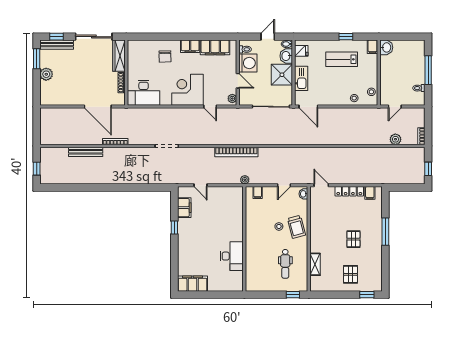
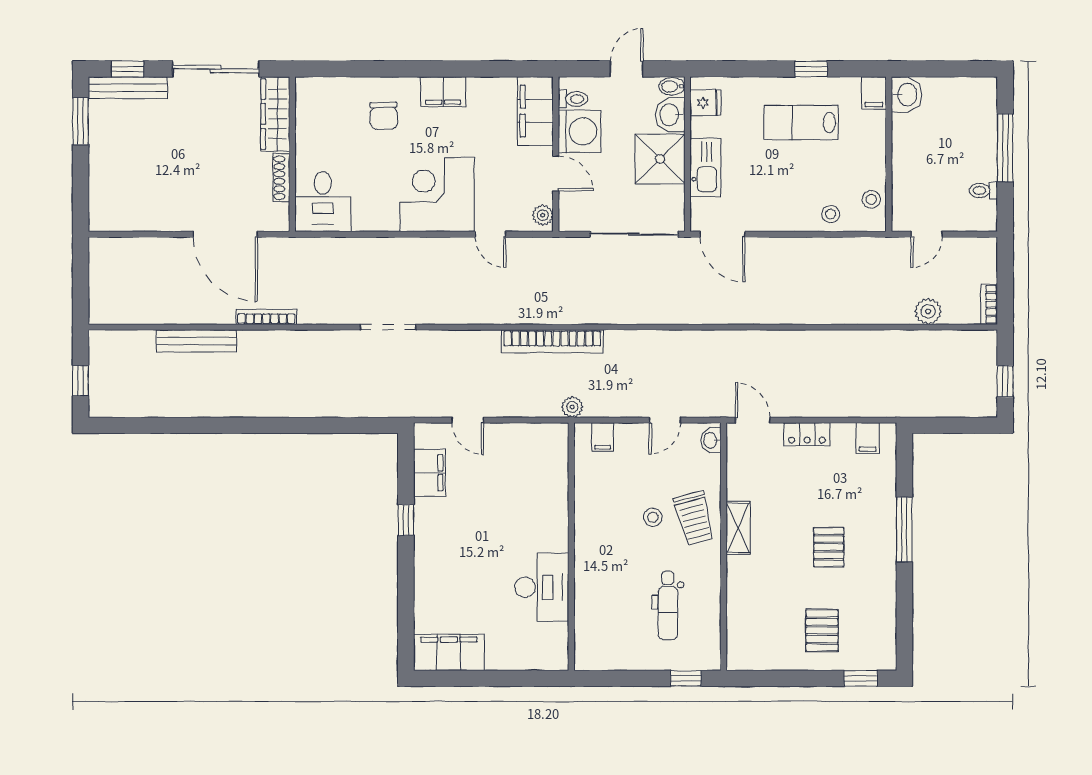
filing cabinet: (215, 47) -> (535, 111), moved, turned 90
plant: (46, 74) -> (103, 158), removed
desk: (144, 93) -> (323, 202), width x0.73
locker: (349, 191) -> (807, 434), width x0.66
shelving: (315, 264) -> (738, 528), moved

